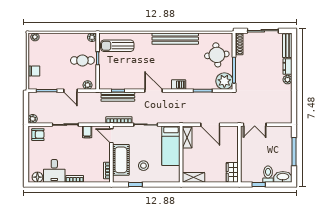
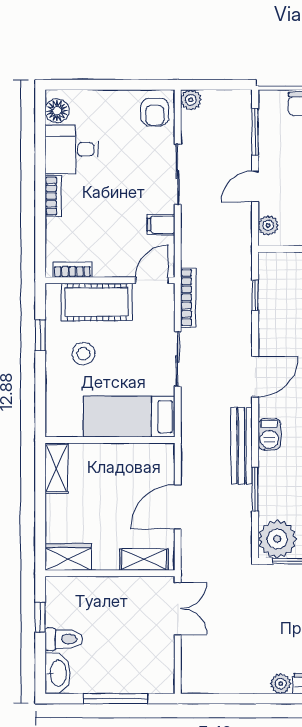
bench: (118, 97) -> (241, 446), moved
double door: (255, 125) -> (178, 609), swing flipped
shelving: (187, 138) -> (144, 559), moved

